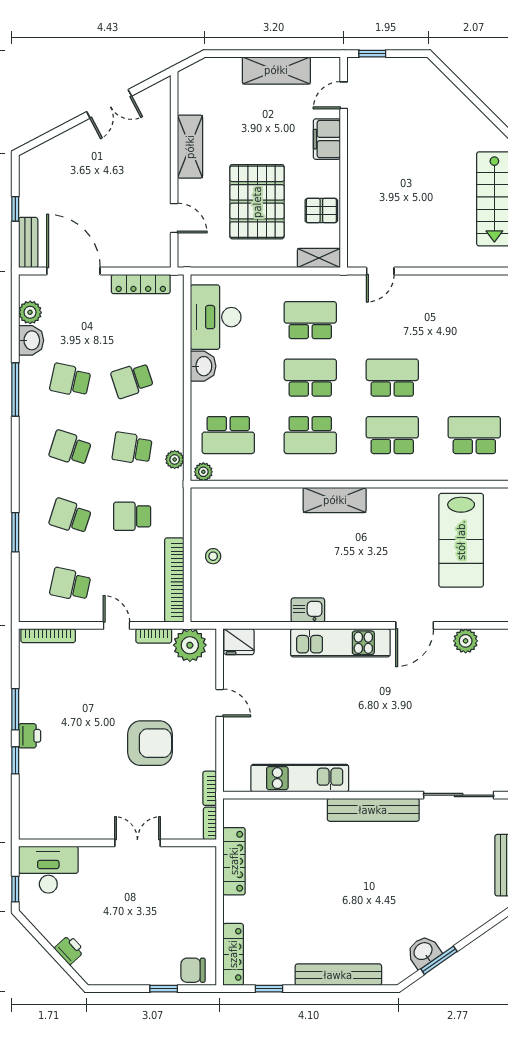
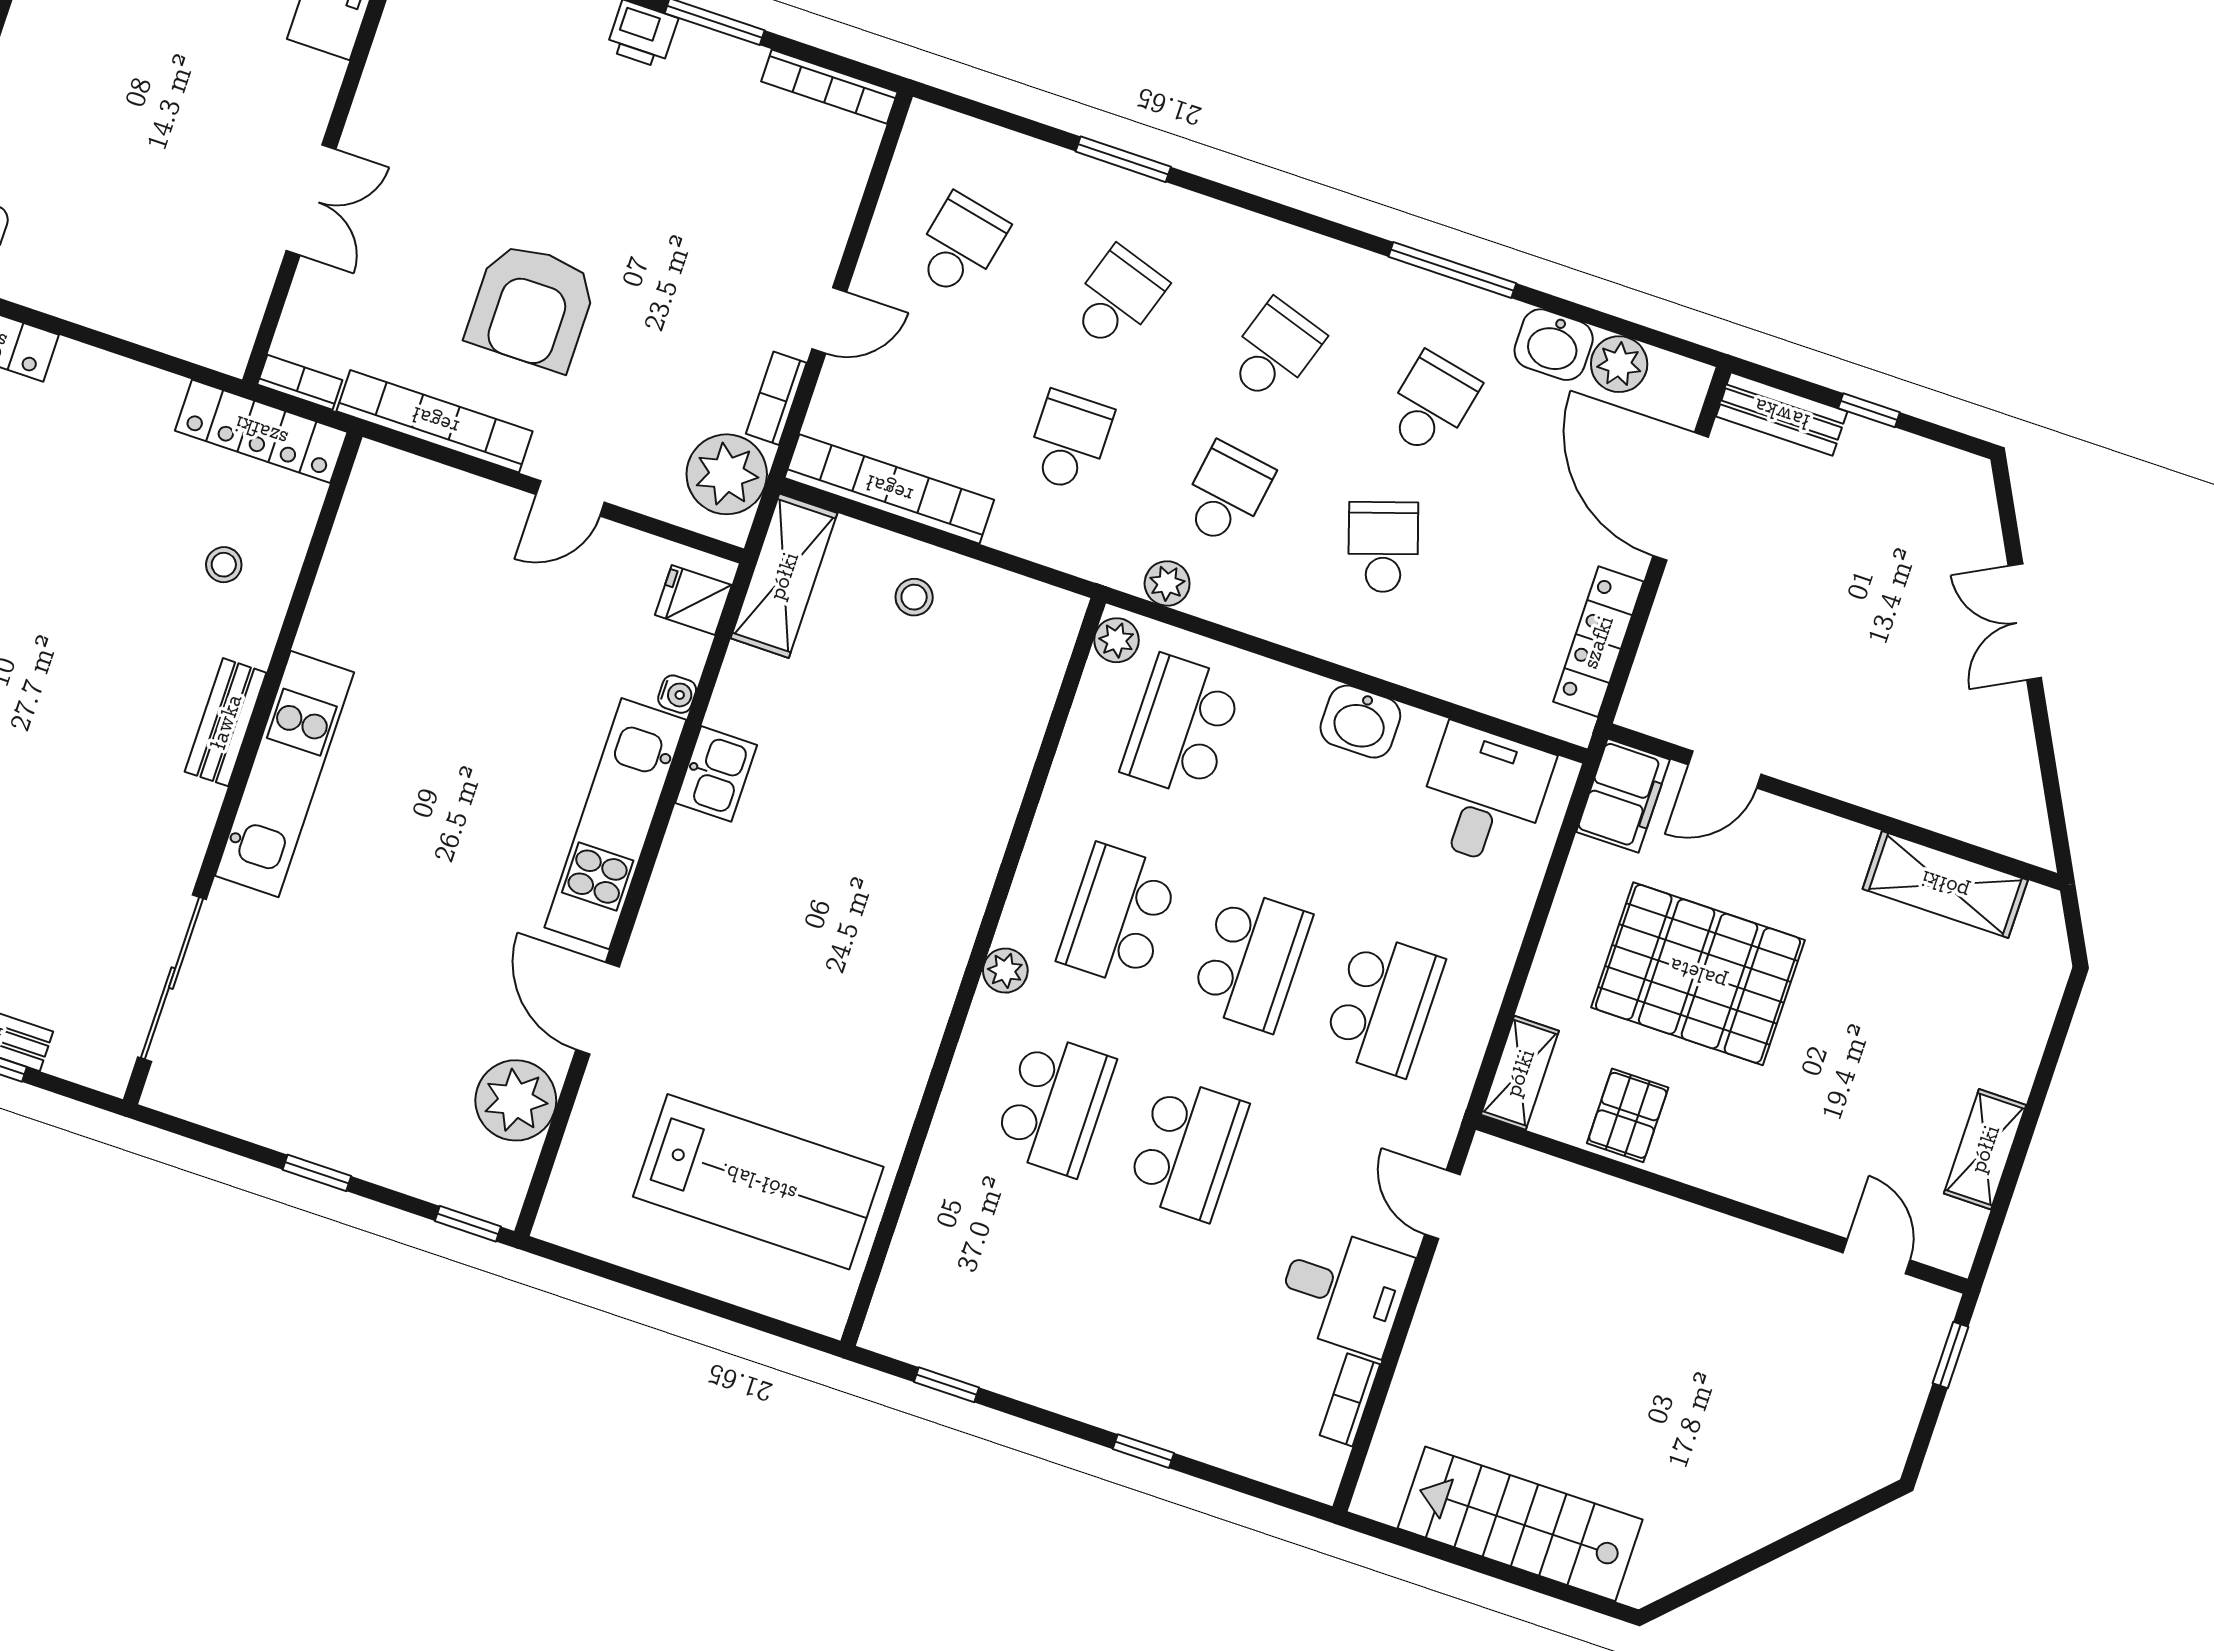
shelving: (276, 70) -> (1985, 1149), width x0.67, depth x0.75
double door: (109, 104) -> (2025, 622), moved
filing cabinet: (327, 139) -> (1623, 796), moved, turned 90
shelving: (190, 147) -> (1945, 885), moved
door: (73, 271) -> (1681, 496), swing flipped
bookcase: (468, 281) -> (1350, 1400), added
desk: (427, 298) -> (1344, 1290), added
desk: (216, 317) -> (1484, 796), width x0.73
school desk: (474, 435) -> (991, 1294), removed
plant: (347, 472) -> (1005, 971), added
shelving: (335, 500) -> (784, 576), moved
lab bench: (461, 540) -> (758, 1182), turned 180
bookcase: (48, 636) -> (829, 87), moved, turned -90
water cooler: (282, 636) -> (677, 694), added
plant: (466, 641) -> (516, 1100), width x1.36, depth x1.36
fridge: (239, 642) -> (693, 600), width x0.72
kitchen unit: (300, 778) -> (284, 774), moved
bookcase: (210, 788) -> (435, 421), width x2.31, depth x1.31
bench: (373, 810) -> (226, 722), width x0.54, depth x0.82
stool: (291, 829) -> (224, 565), added
locker: (234, 861) -> (261, 431), moved

